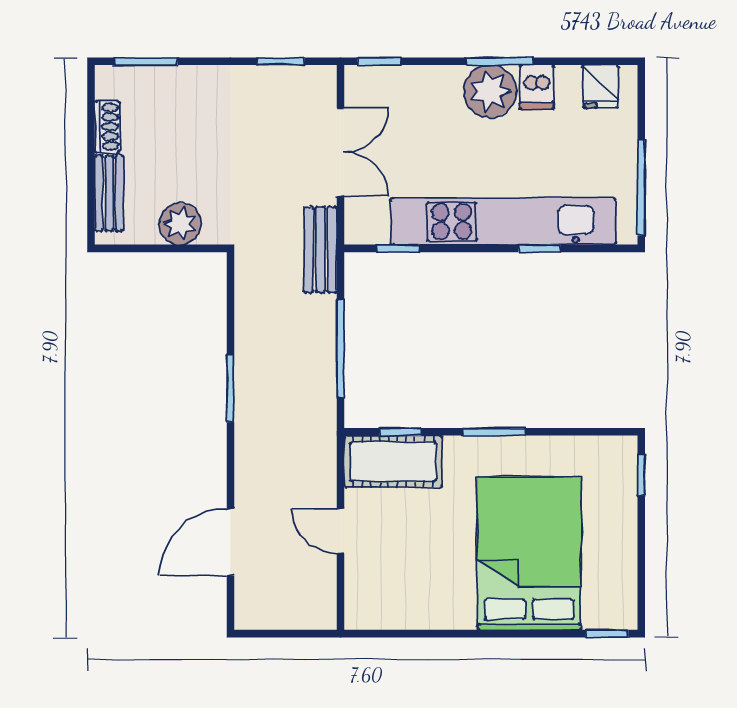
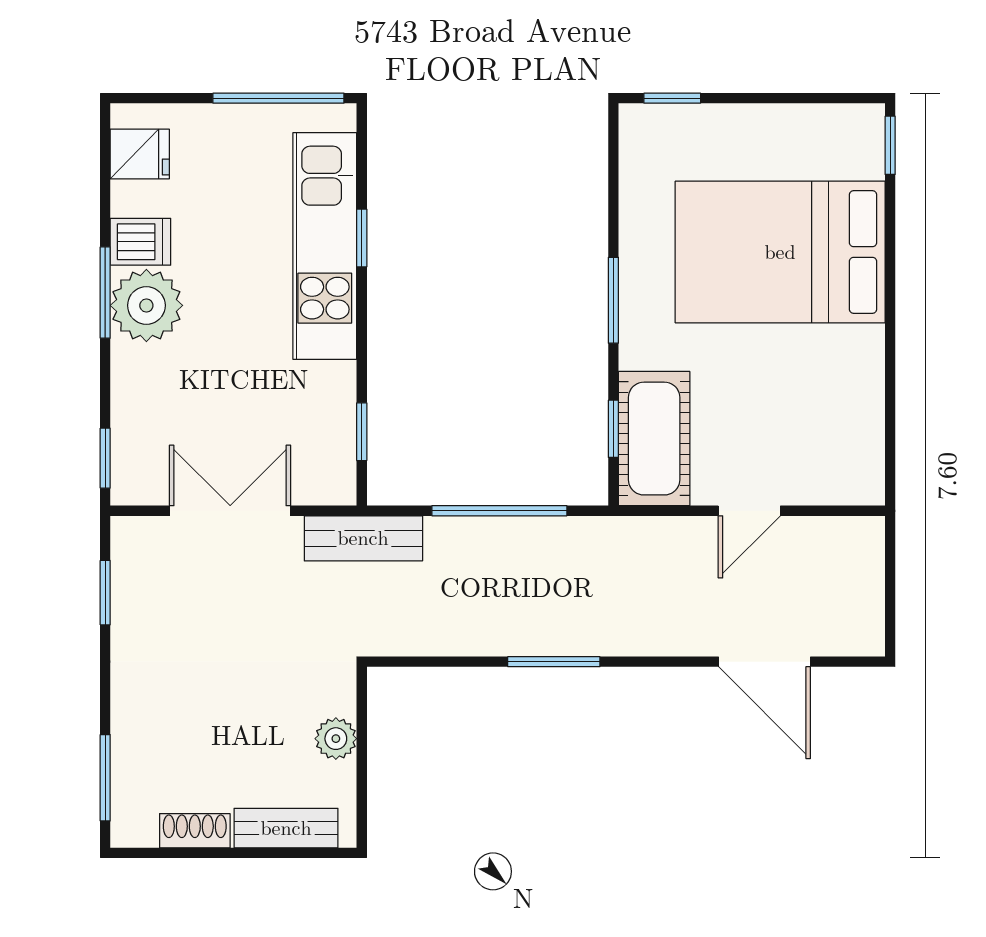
kitchen unit: (504, 221) -> (325, 246), width x0.73
plant: (180, 224) -> (336, 739), width x0.73, depth x0.73

